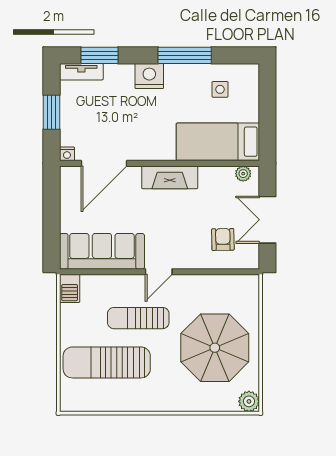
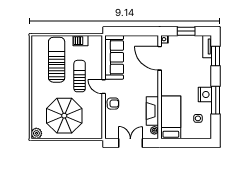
nightstand: (149, 76) -> (205, 94), moved
fireplace: (170, 177) -> (152, 111), moved
armchair: (223, 239) -> (113, 104), moved
barbecue: (70, 288) -> (80, 41), moved

